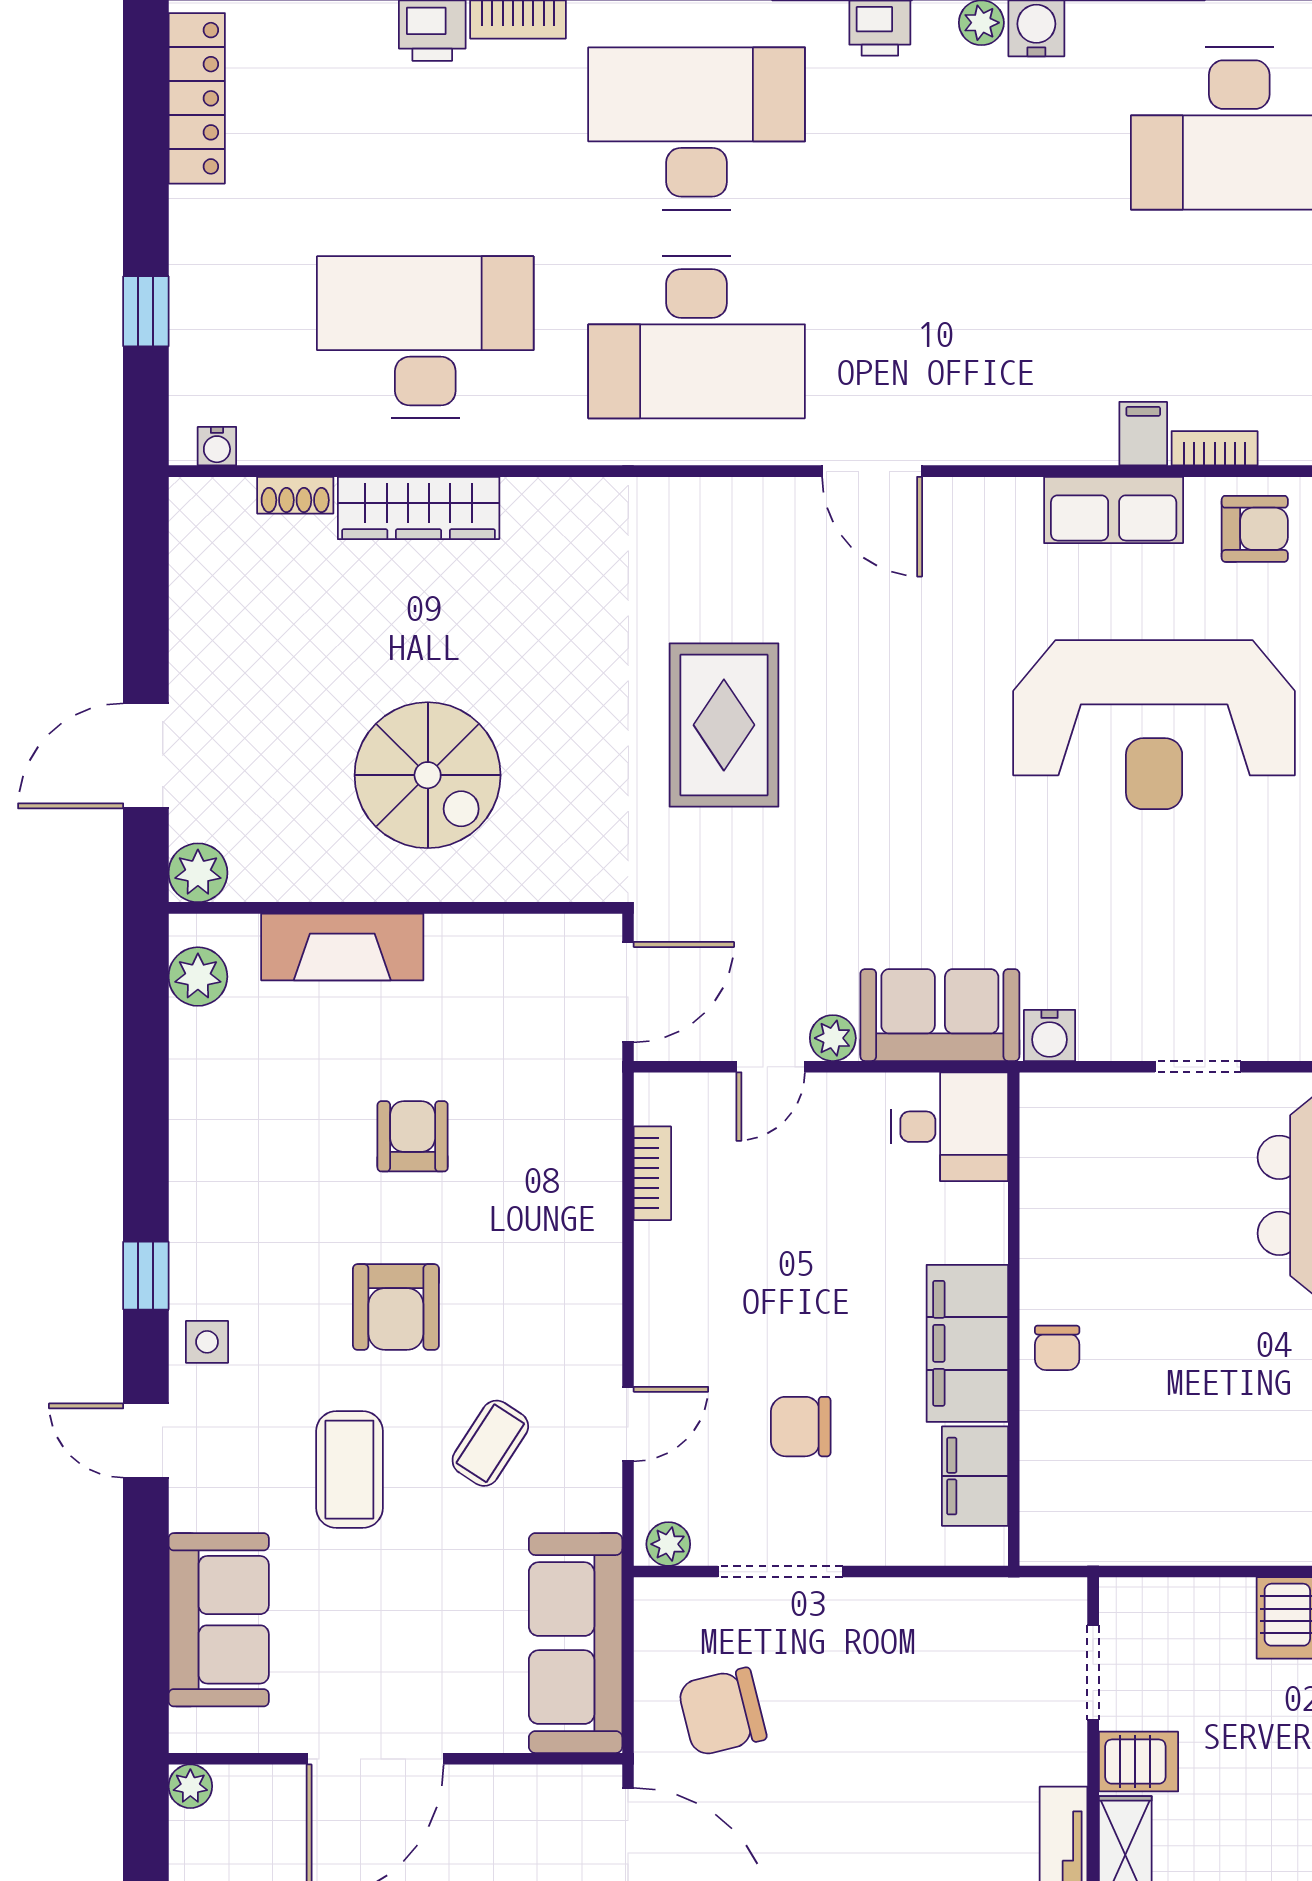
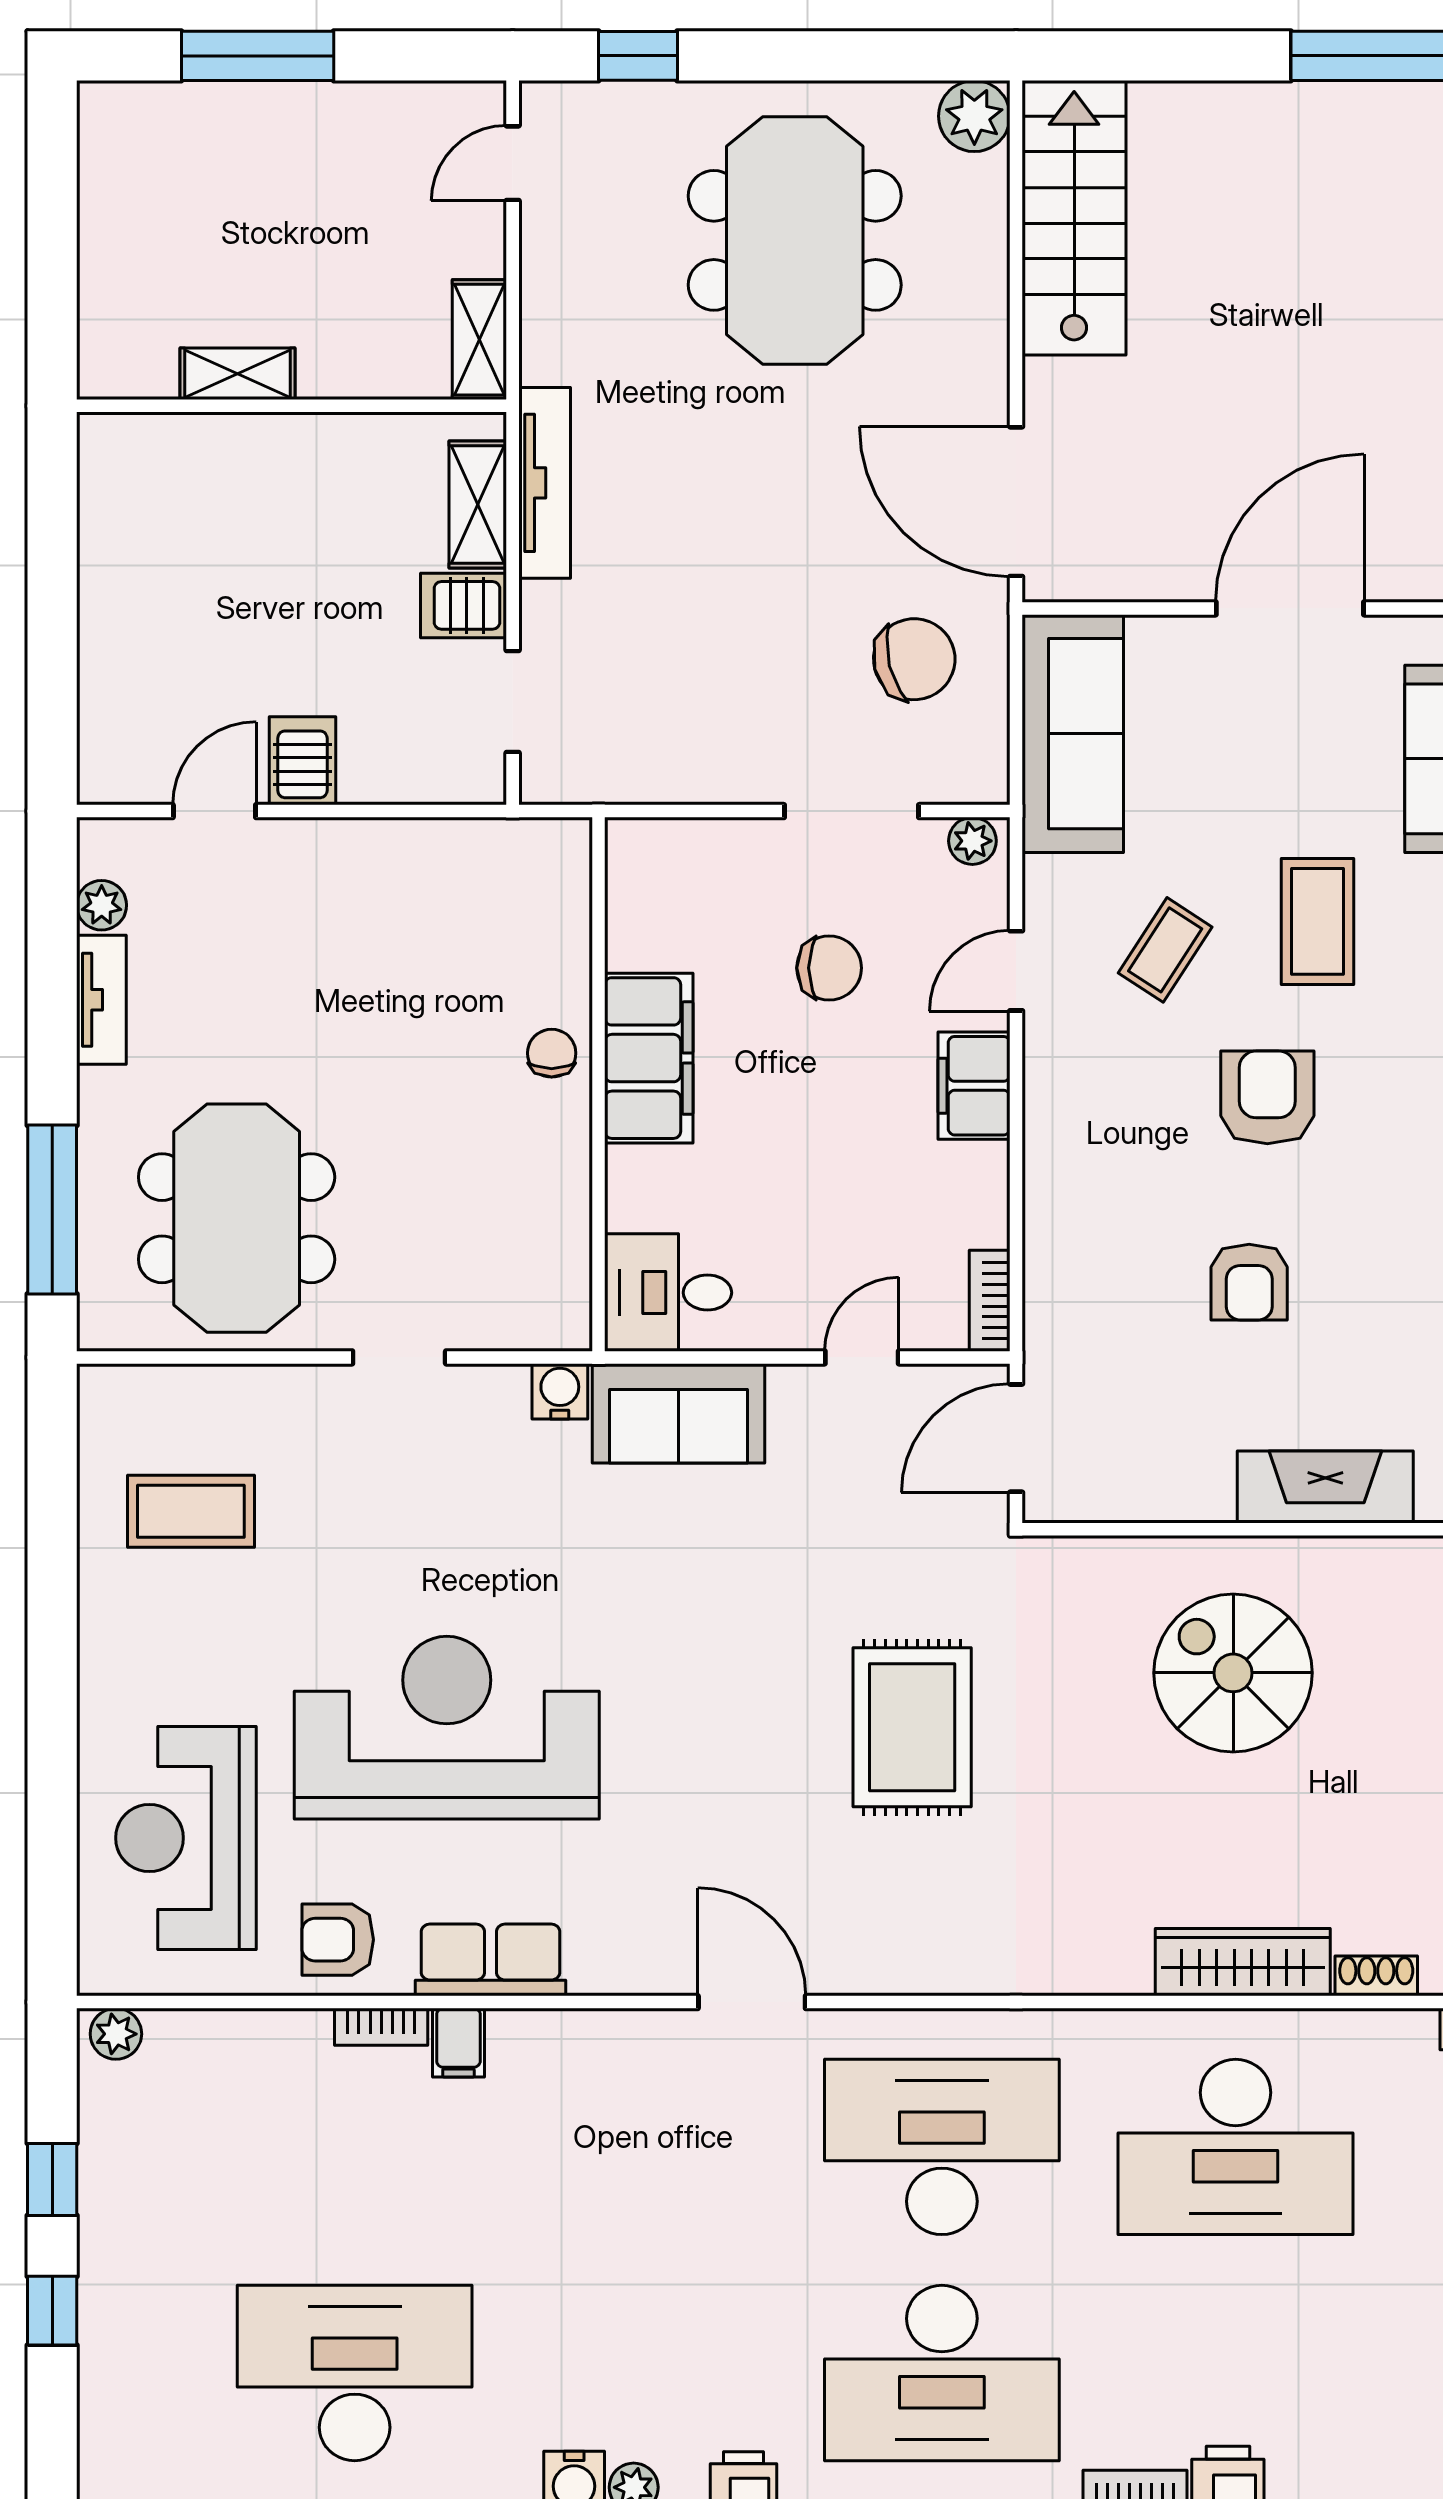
plant: (833, 1038) -> (794, 1388), removed
bookcase: (652, 1173) -> (990, 1301), moved
filing cabinet: (975, 1476) -> (974, 1086), moved, turned 180

